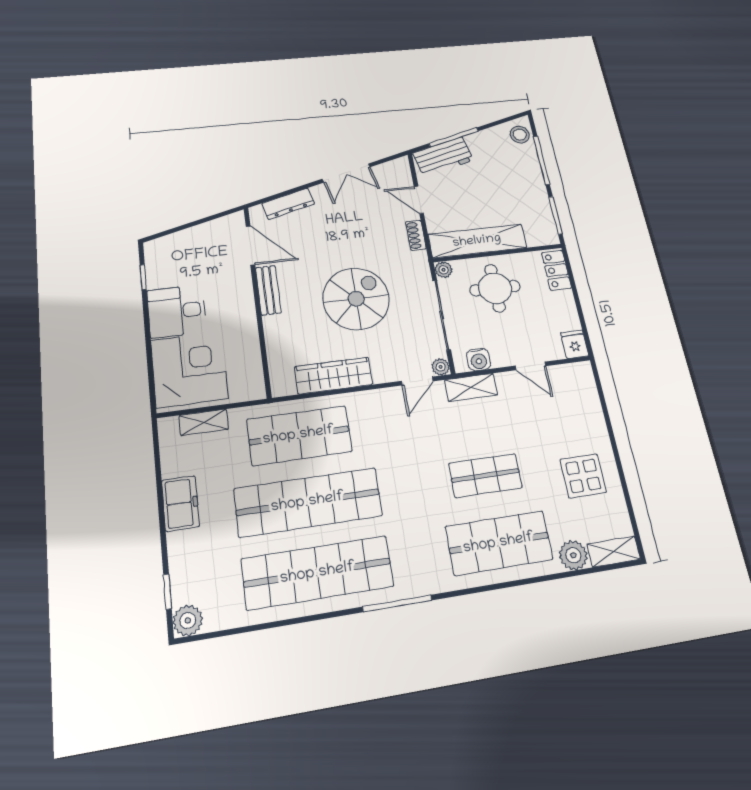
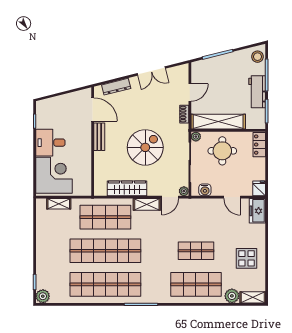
workbench: (443, 157) -> (257, 92), moved, turned 104
door: (419, 200) -> (190, 92), swing flipped
shelving: (471, 387) -> (147, 204), moved
freezer: (180, 503) -> (257, 211), moved, turned 180

